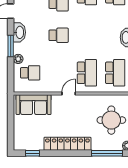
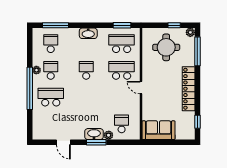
washbasin: (19, 32) -> (94, 134), moved
school desk: (59, 35) -> (86, 70), moved
sofa: (34, 105) -> (158, 130), moved, turned -90

